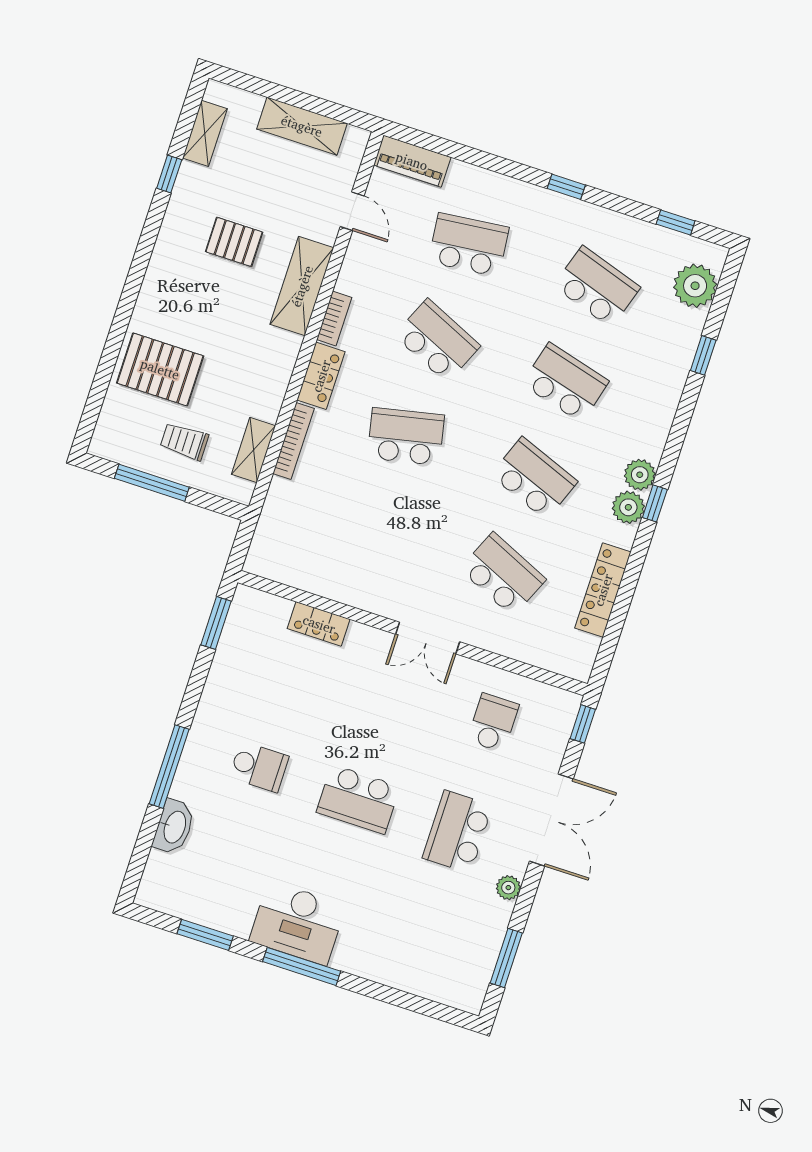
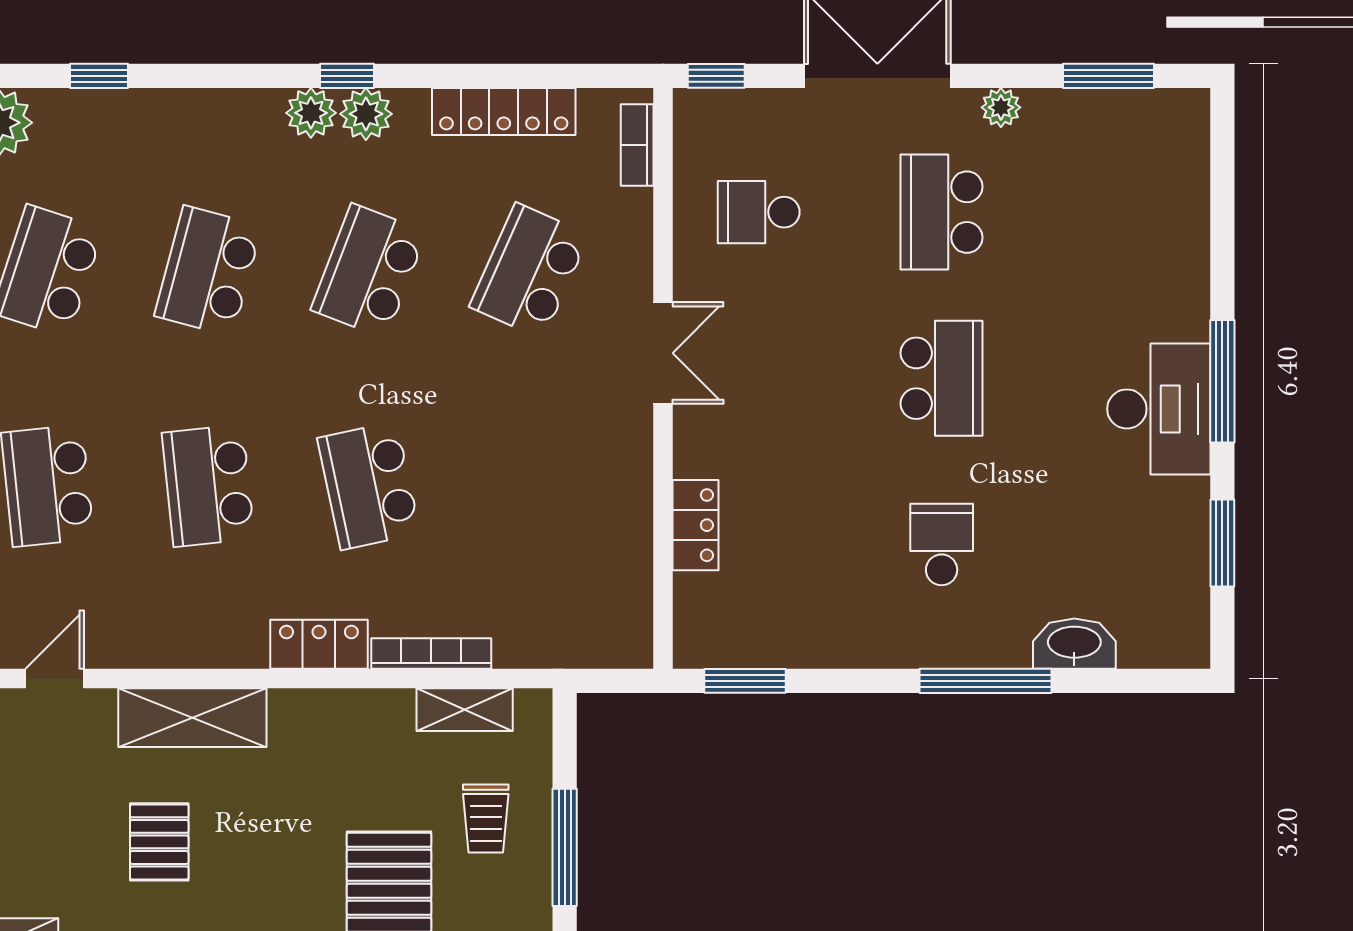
bookcase: (334, 319) -> (637, 145), moved, turned -90
school desk: (437, 341) -> (208, 486), turned -30
school desk: (457, 832) -> (942, 212), turned 90

